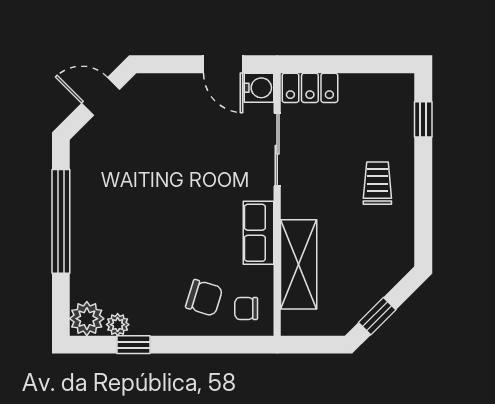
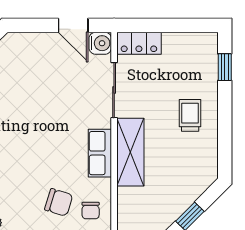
shelving: (299, 264) -> (130, 152), moved
chair: (246, 308) -> (91, 211), turned -90

